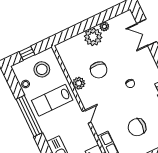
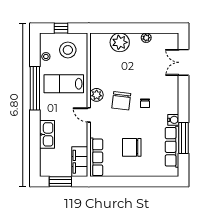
plant: (93, 37) -> (120, 42), moved
chair: (99, 70) -> (121, 101), moved
plant: (79, 83) -> (97, 95), moved
door: (87, 117) -> (89, 115), swing flipped

